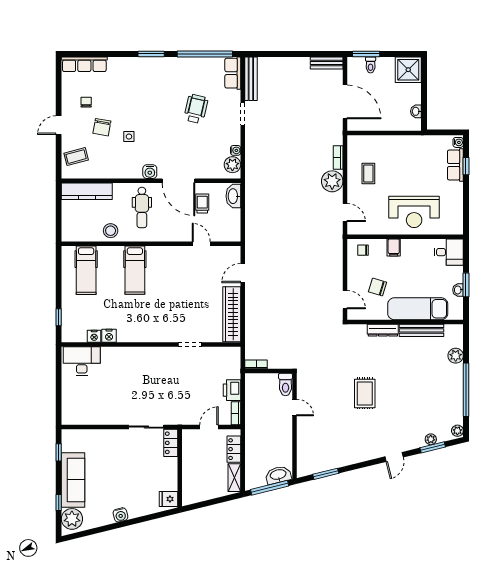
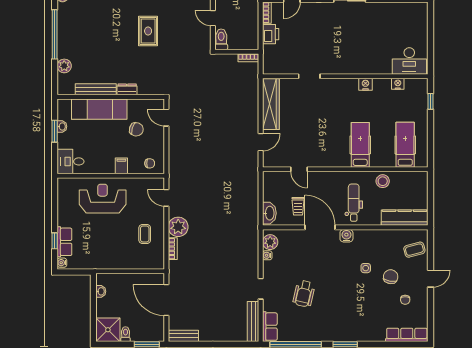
toilet: (371, 65) -> (125, 334), moved
dresser: (383, 330) -> (127, 89), width x0.70
nightstand: (109, 336) -> (365, 84), moved

